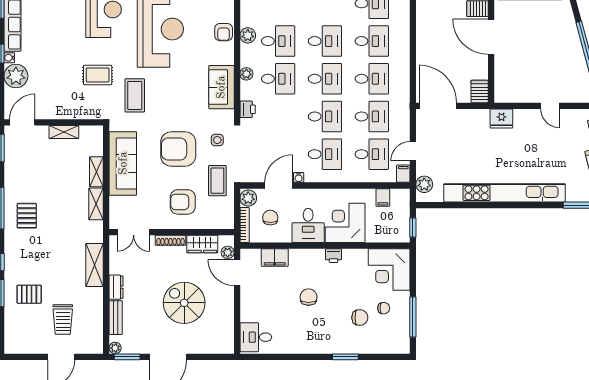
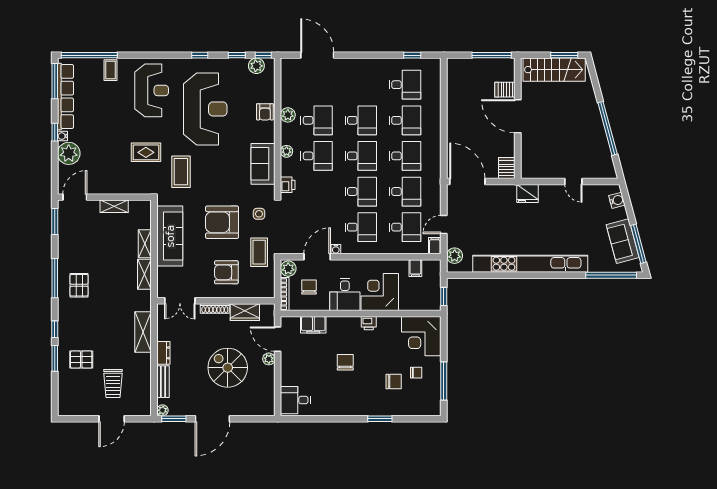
plant: (228, 252) -> (269, 359), moved

